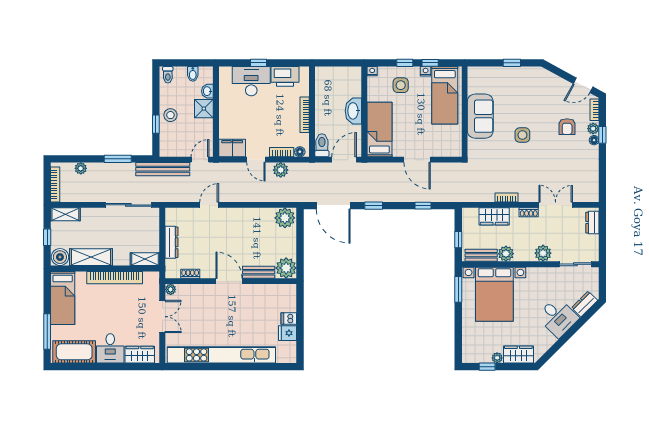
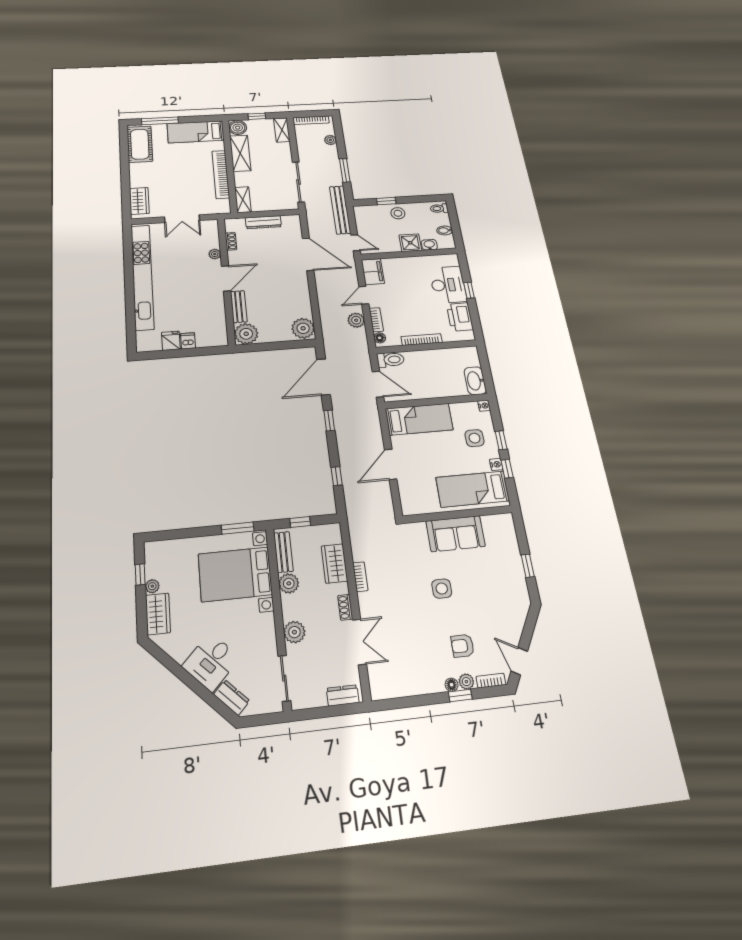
washbasin: (353, 111) -> (475, 381), moved, turned -90
door: (209, 205) -> (308, 254), width x1.87
plant: (171, 289) -> (215, 254), moved
desk: (110, 348) -> (145, 175), removed

